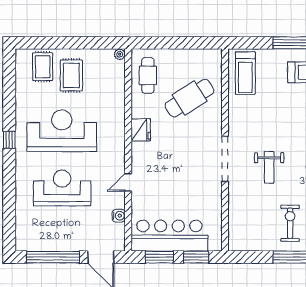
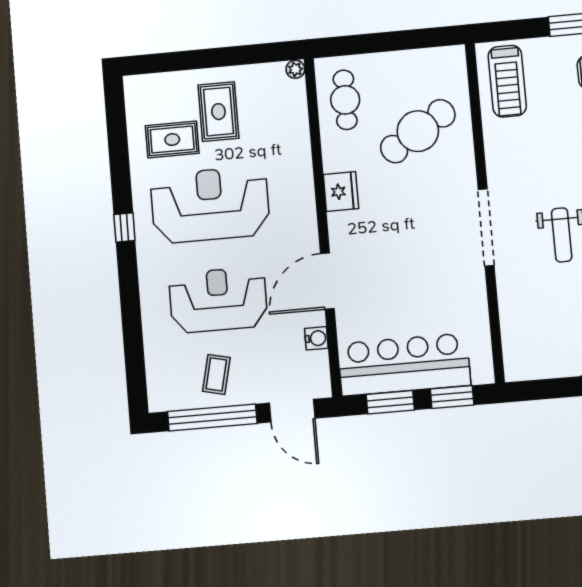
rug: (43, 67) -> (172, 140), moved, turned 90
door: (128, 182) -> (327, 281), width x1.88
coffee table: (57, 232) -> (216, 374), added

